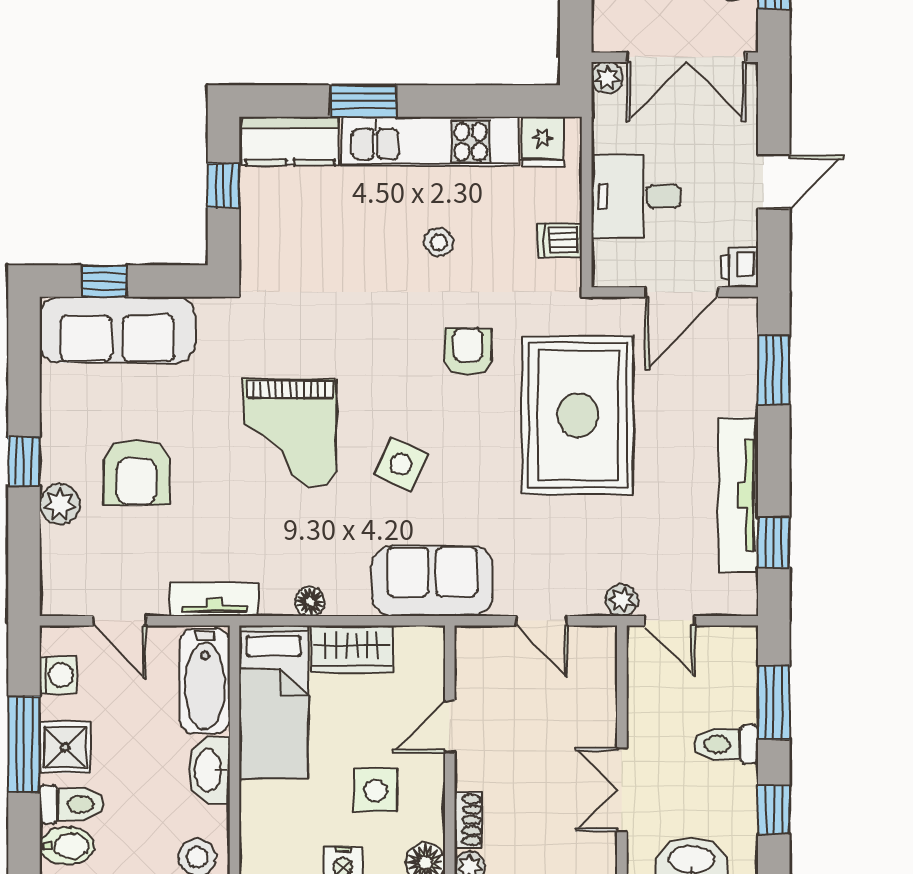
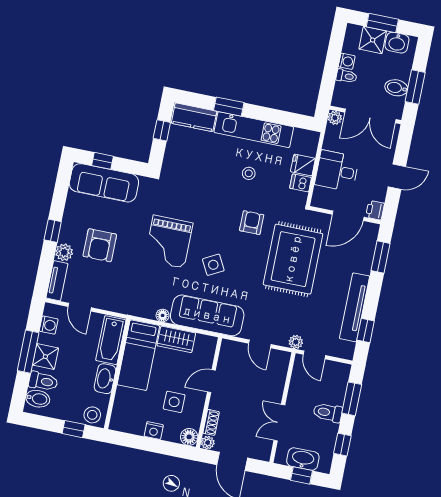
fridge: (542, 142) -> (303, 165), moved, turned 90
side table: (401, 464) -> (213, 265), turned 38
sofa: (432, 581) -> (207, 315), width x1.36
tv unit: (214, 599) -> (57, 281), moved, turned 90

